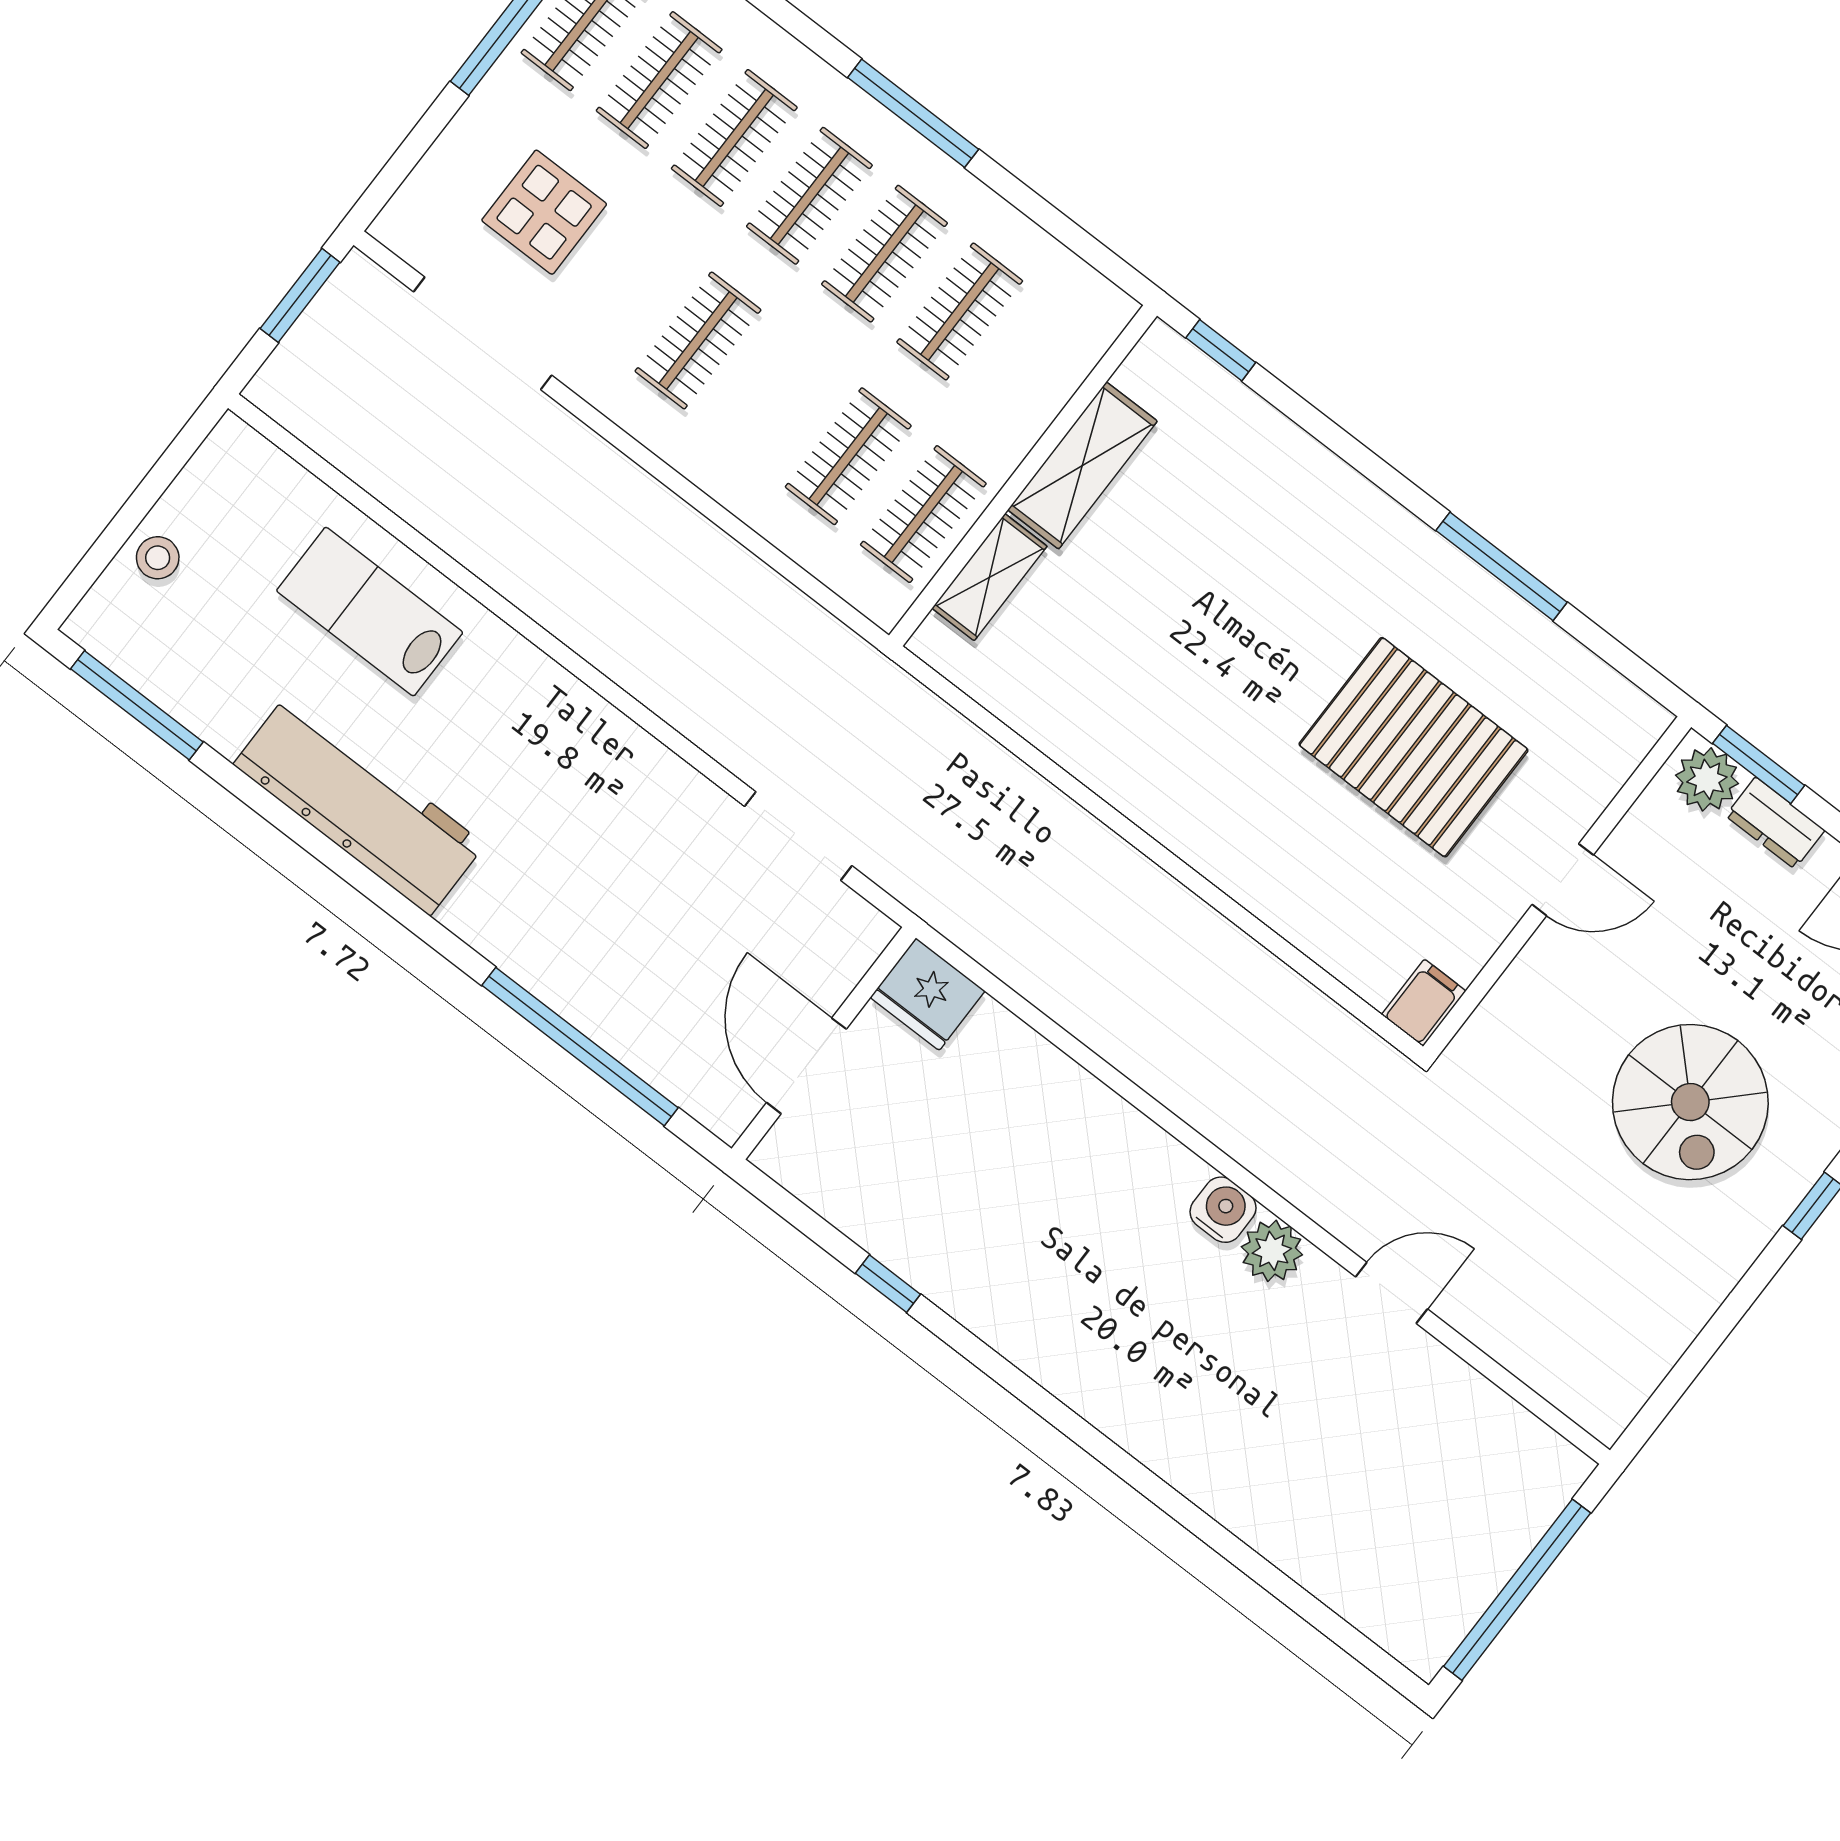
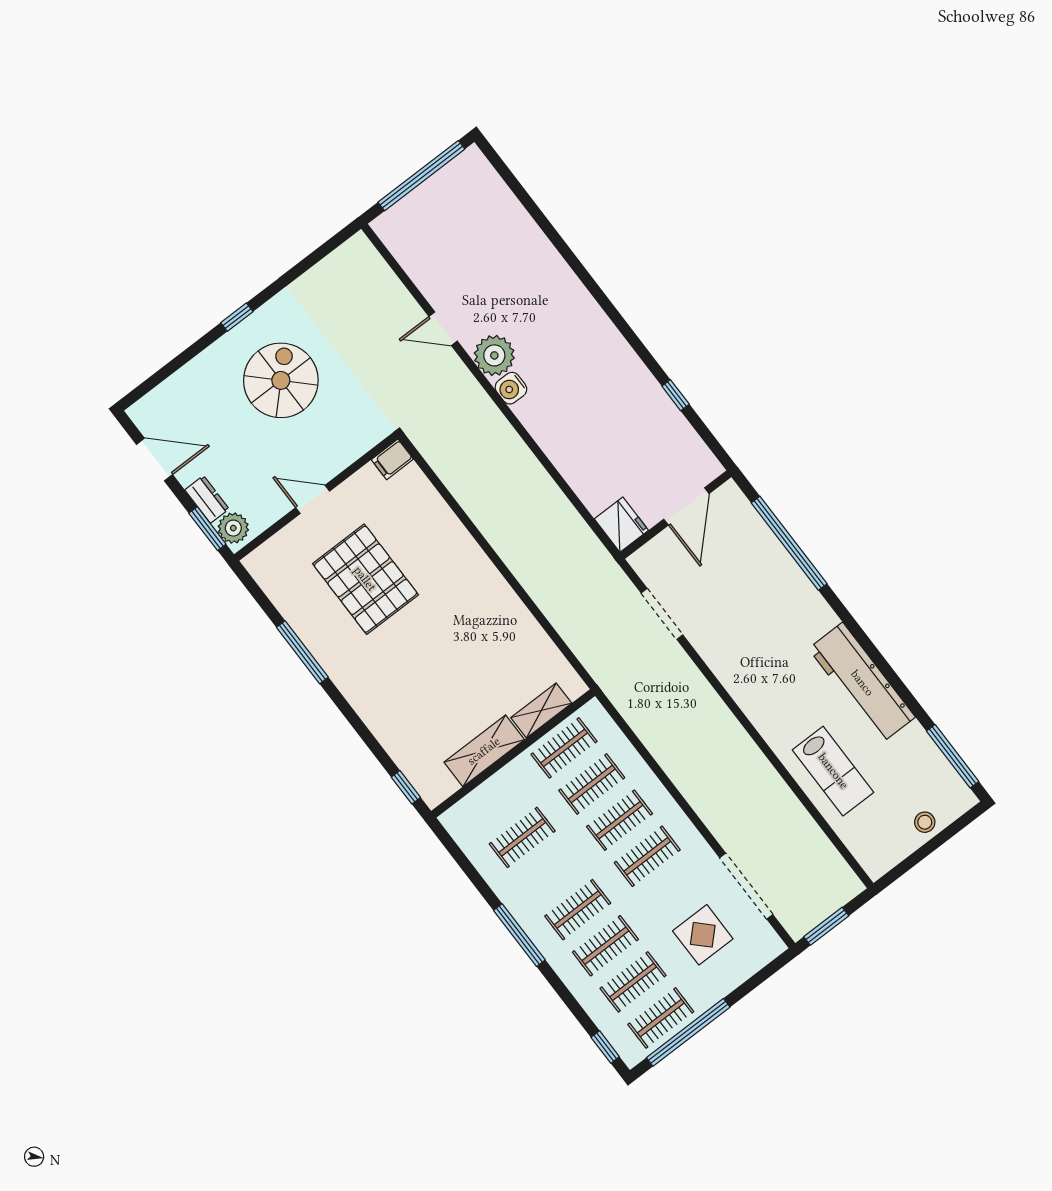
clothes rail: (885, 254) -> (620, 820), moved
plant: (1272, 1251) -> (494, 355), width x1.36, depth x1.36

